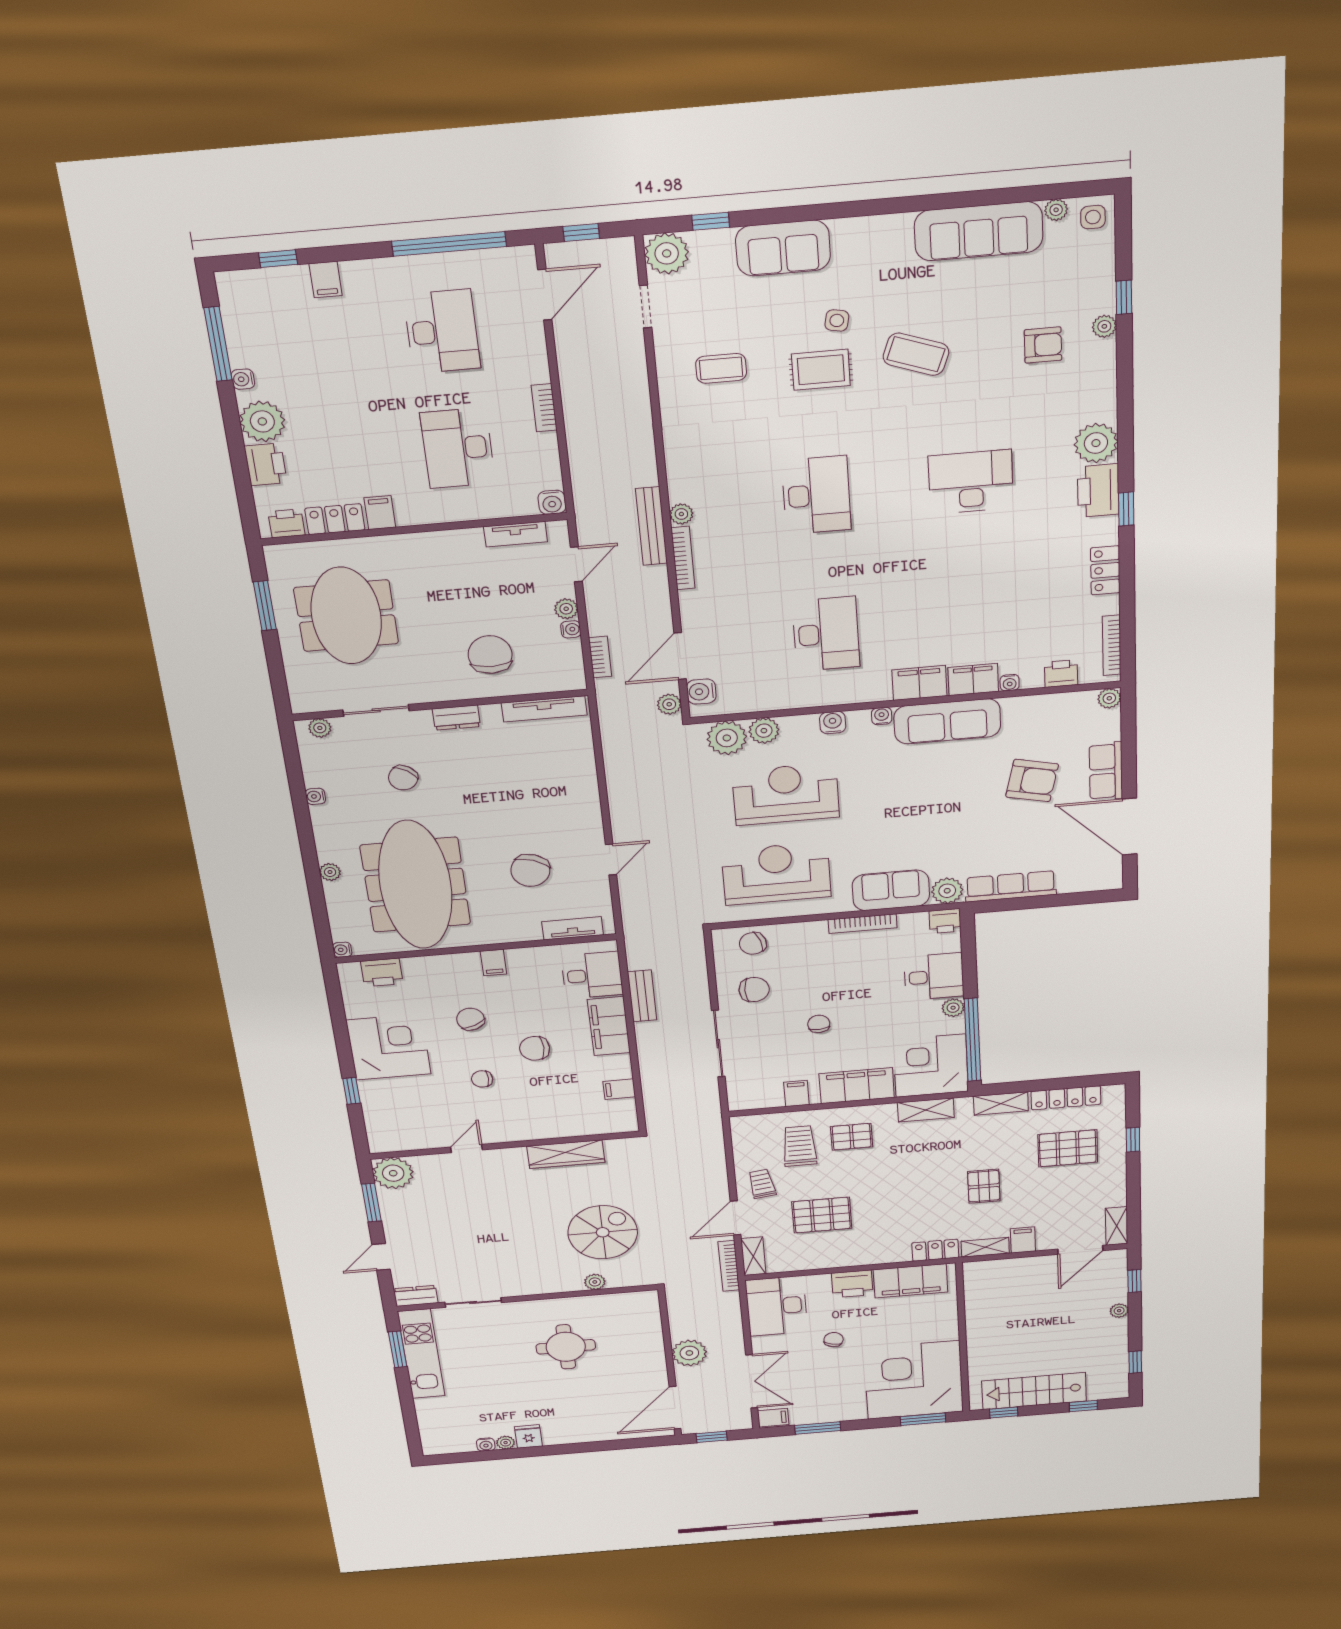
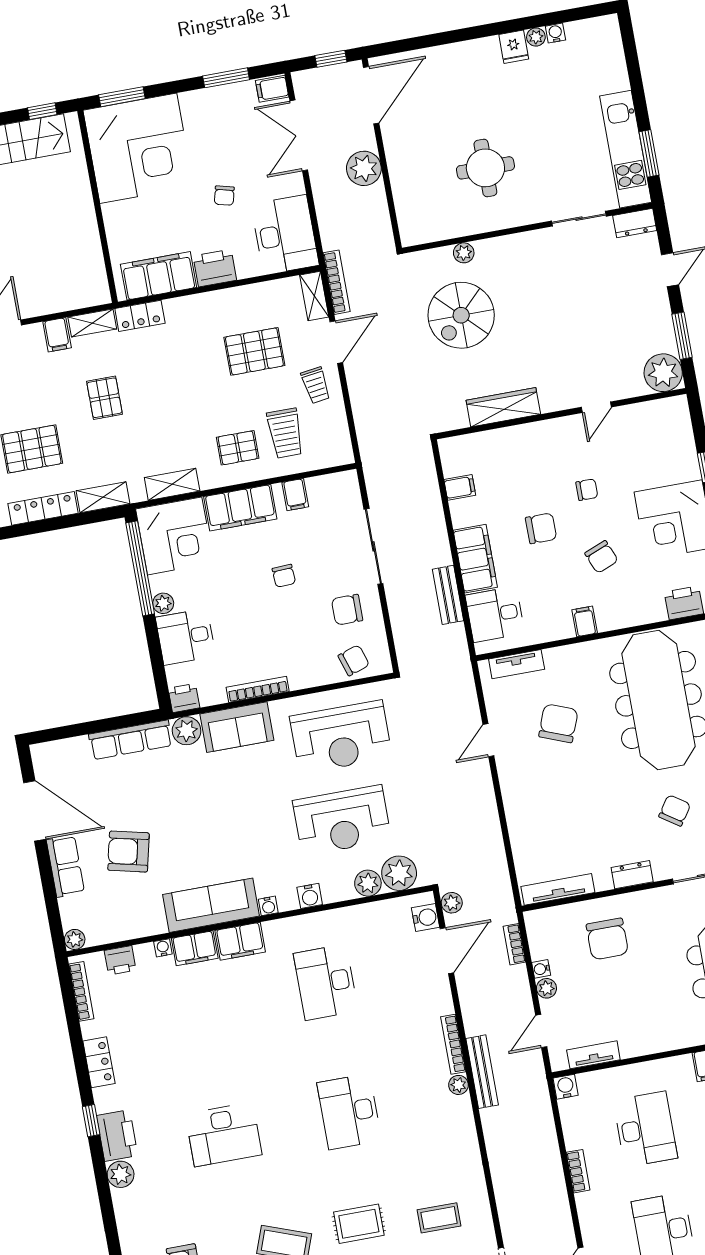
plant: (1096, 443) -> (121, 1174), width x0.73, depth x0.73

